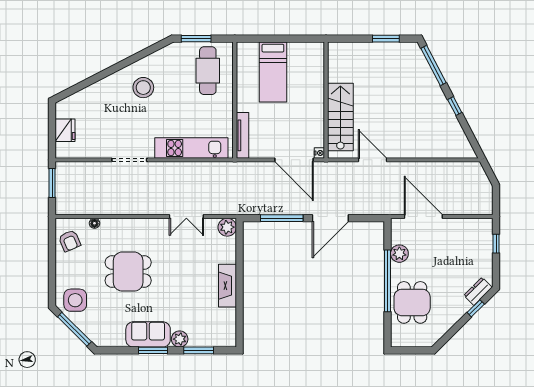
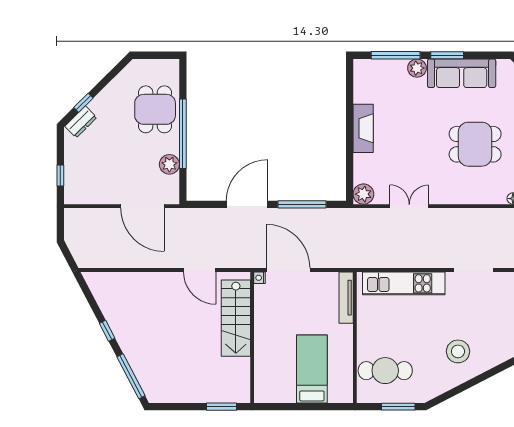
window: (386, 39) -> (222, 407), moved
cafe table: (208, 71) -> (385, 371), turned 90
sofa: (148, 334) -> (462, 73), width x1.36
window: (199, 350) -> (396, 55), width x1.44

